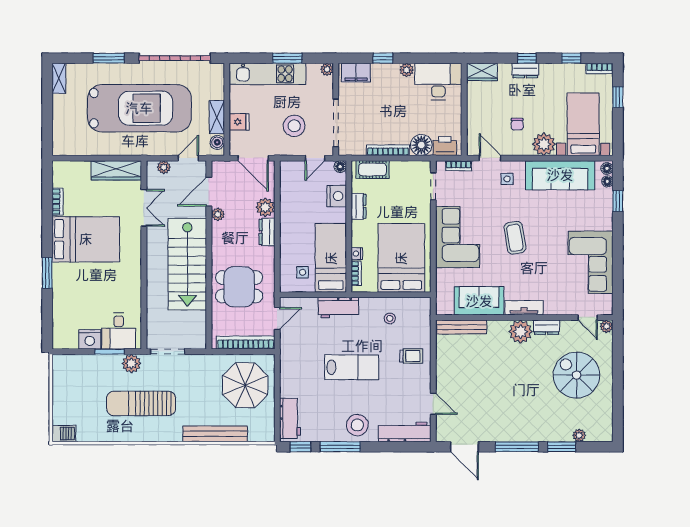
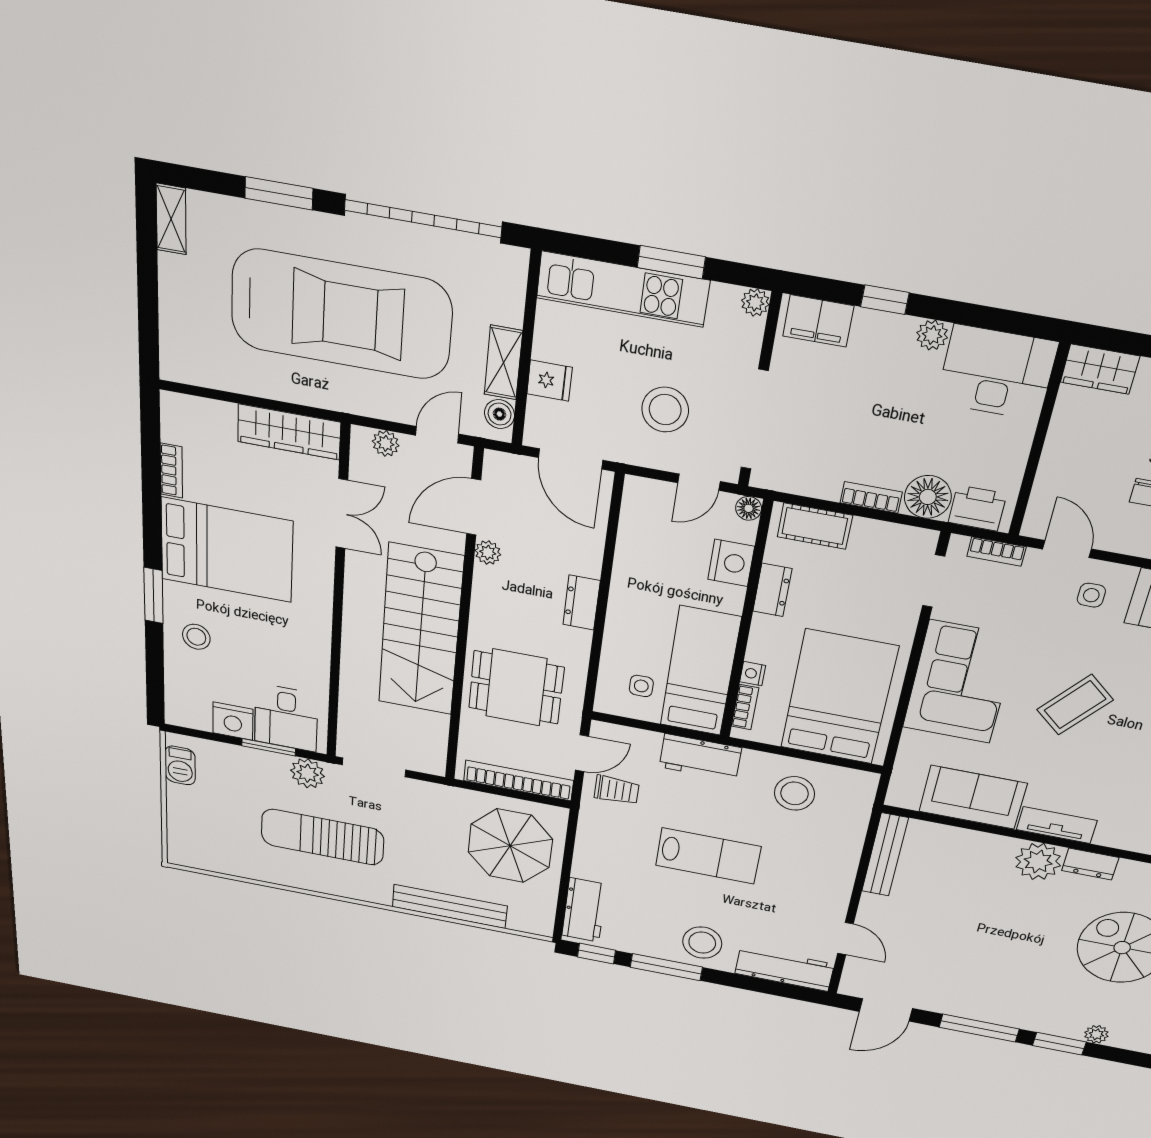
bookcase: (388, 150) -> (871, 497), width x0.64
plant: (265, 207) -> (584, 557), removed
coffee table: (515, 238) -> (1075, 705), turned 49
stool: (70, 292) -> (196, 637), added
stool: (390, 318) -> (795, 793), width x1.89, depth x1.89
bench: (461, 327) -> (885, 855), moved, turned 90
trolley: (411, 356) -> (617, 790), moved
barbecue: (64, 433) -> (180, 765), moved, turned 90
door: (464, 447) -> (886, 1010), hinge flipped

